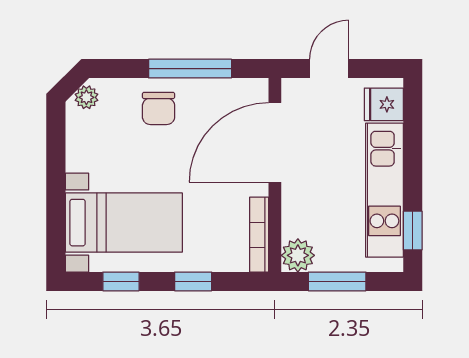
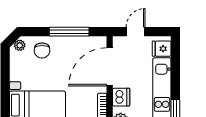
chair: (159, 108) -> (42, 50), moved
dishwasher: (299, 206) -> (121, 97), added

